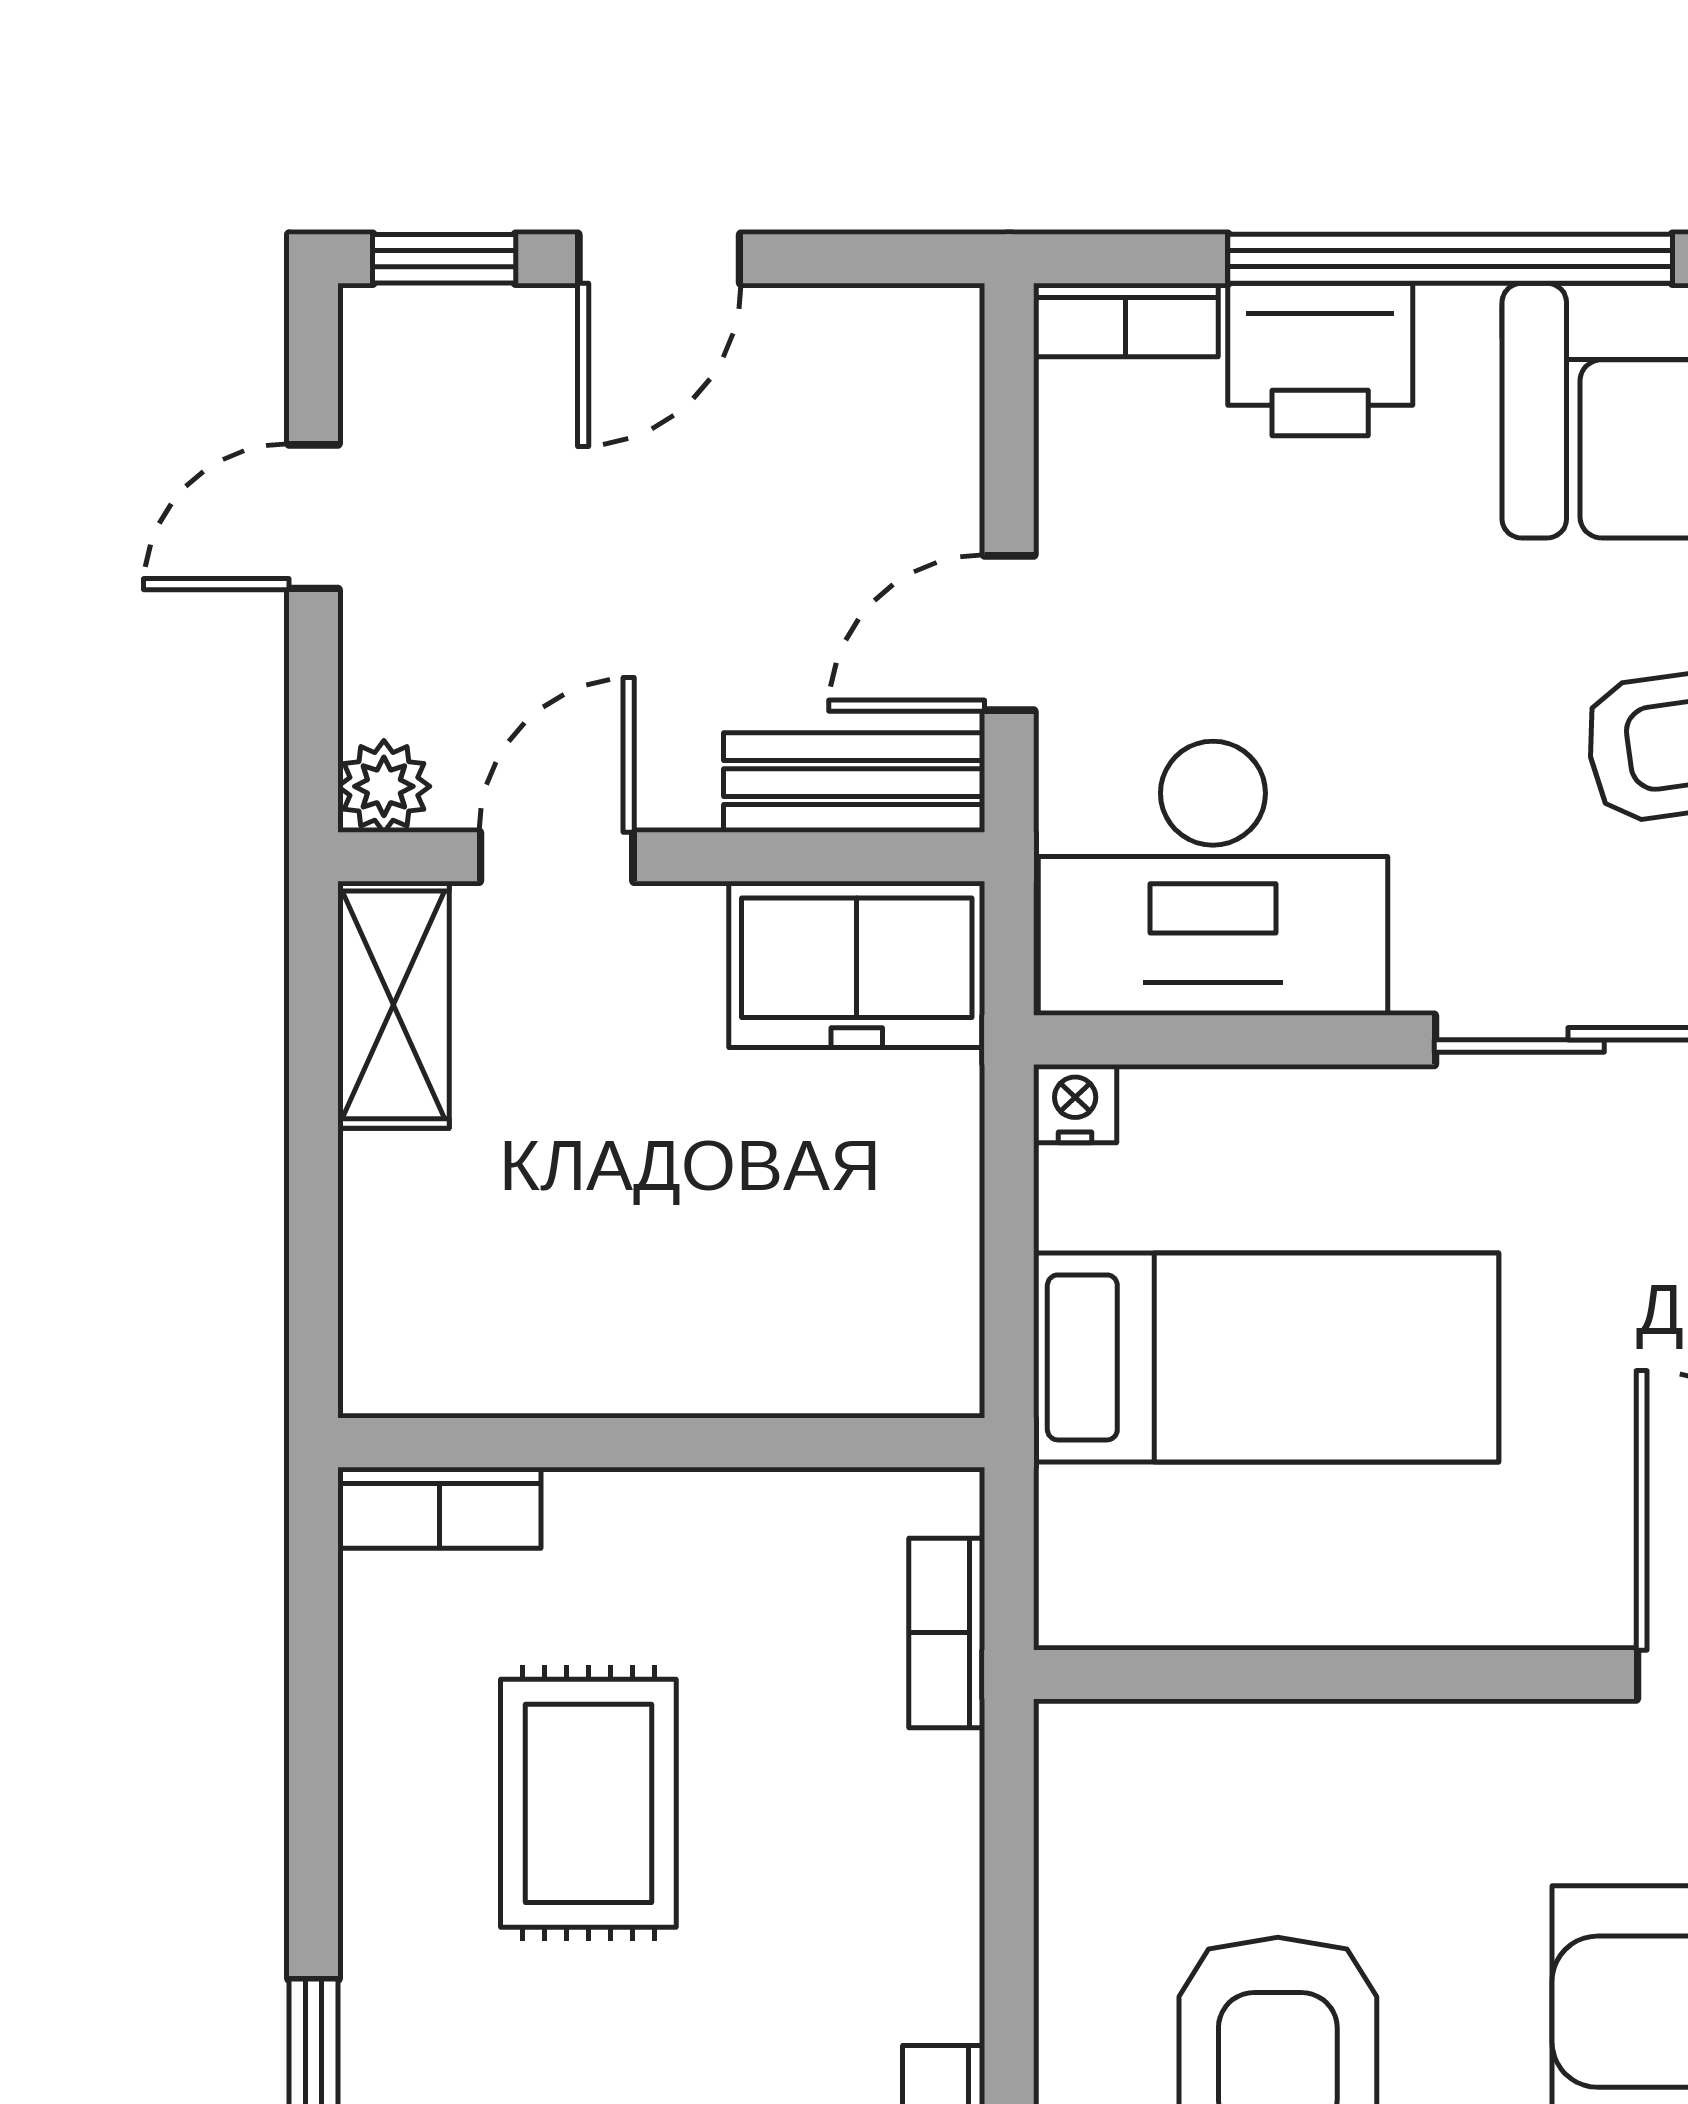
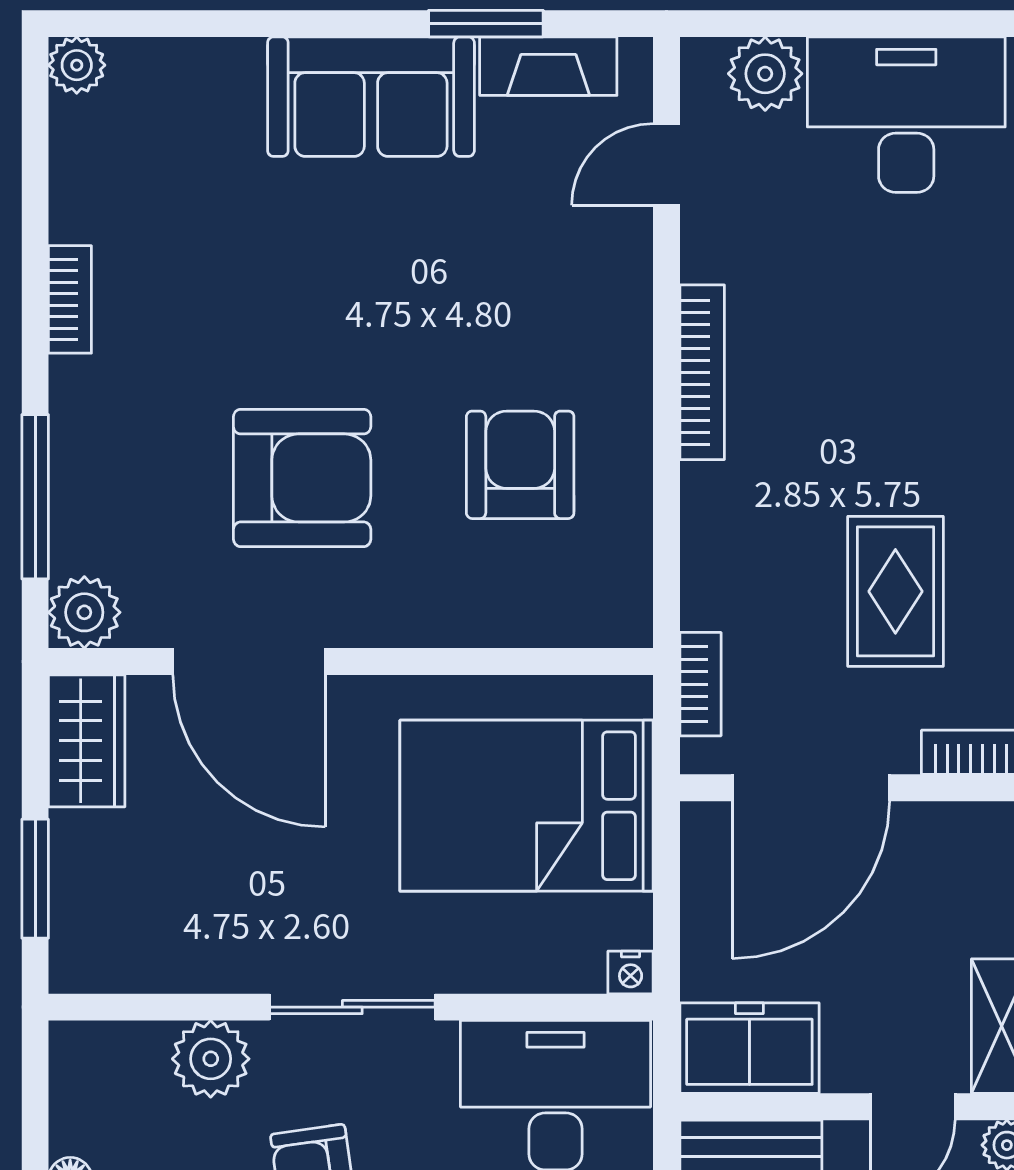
bed: (1266, 1357) -> (527, 806), width x1.50
door: (744, 1443) -> (811, 788), added

